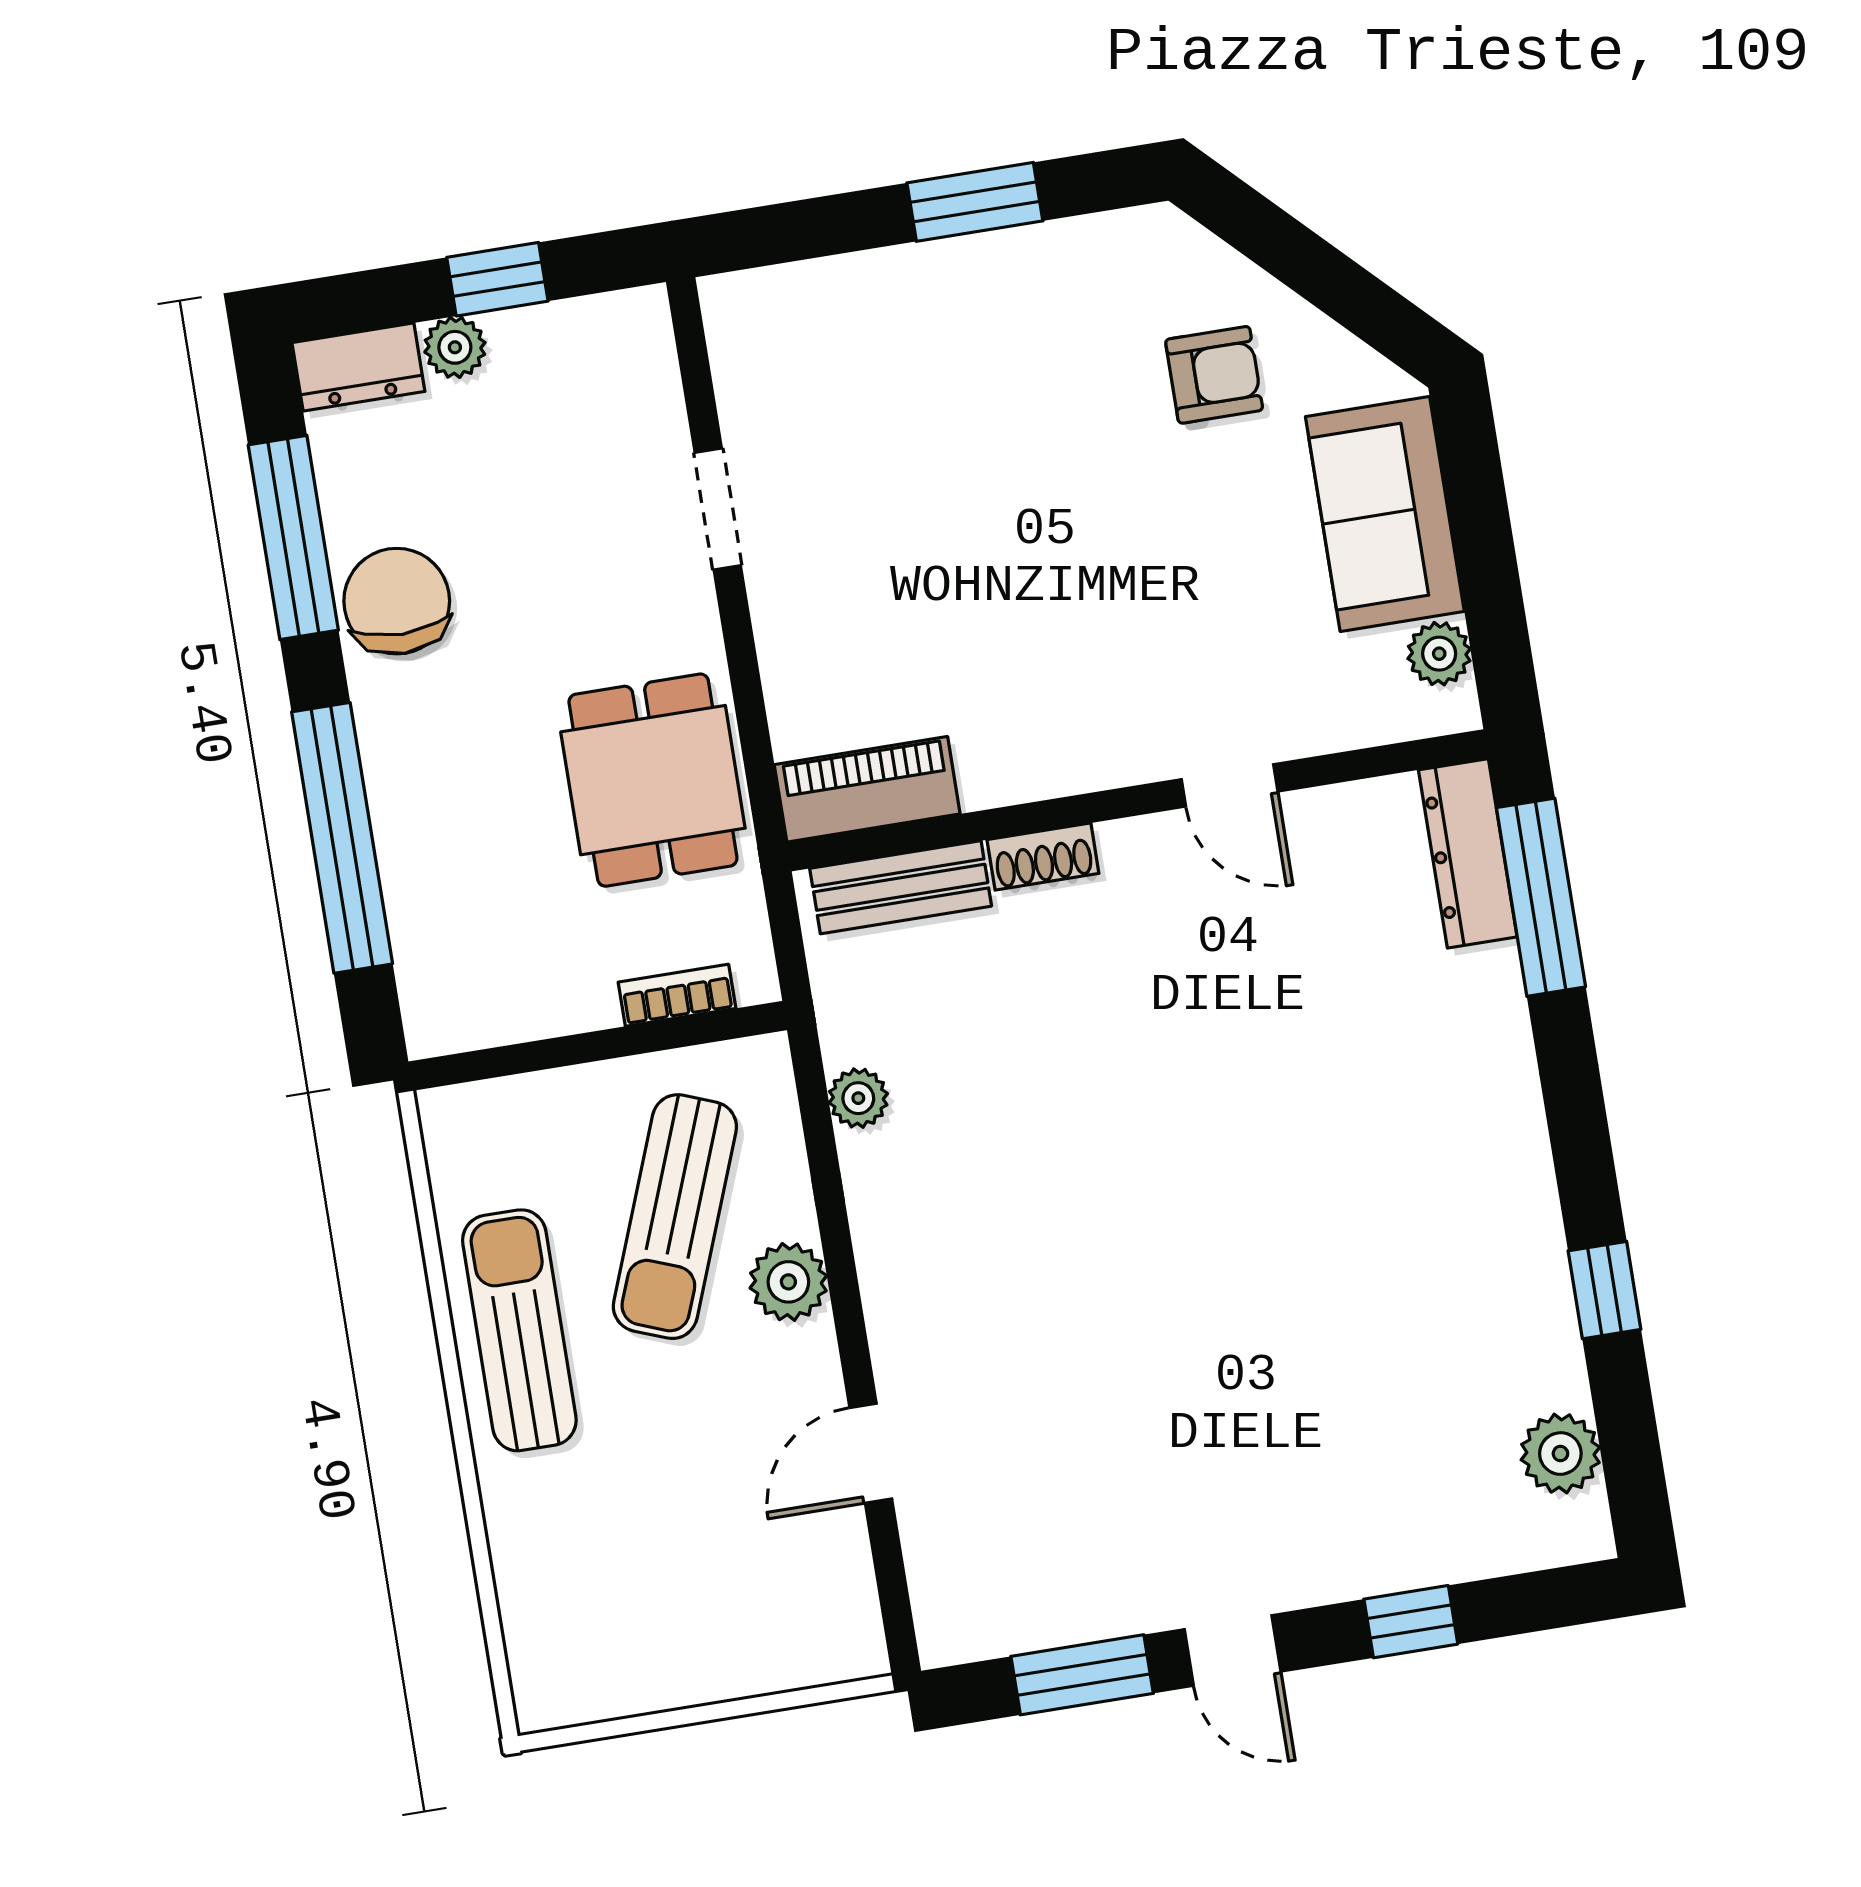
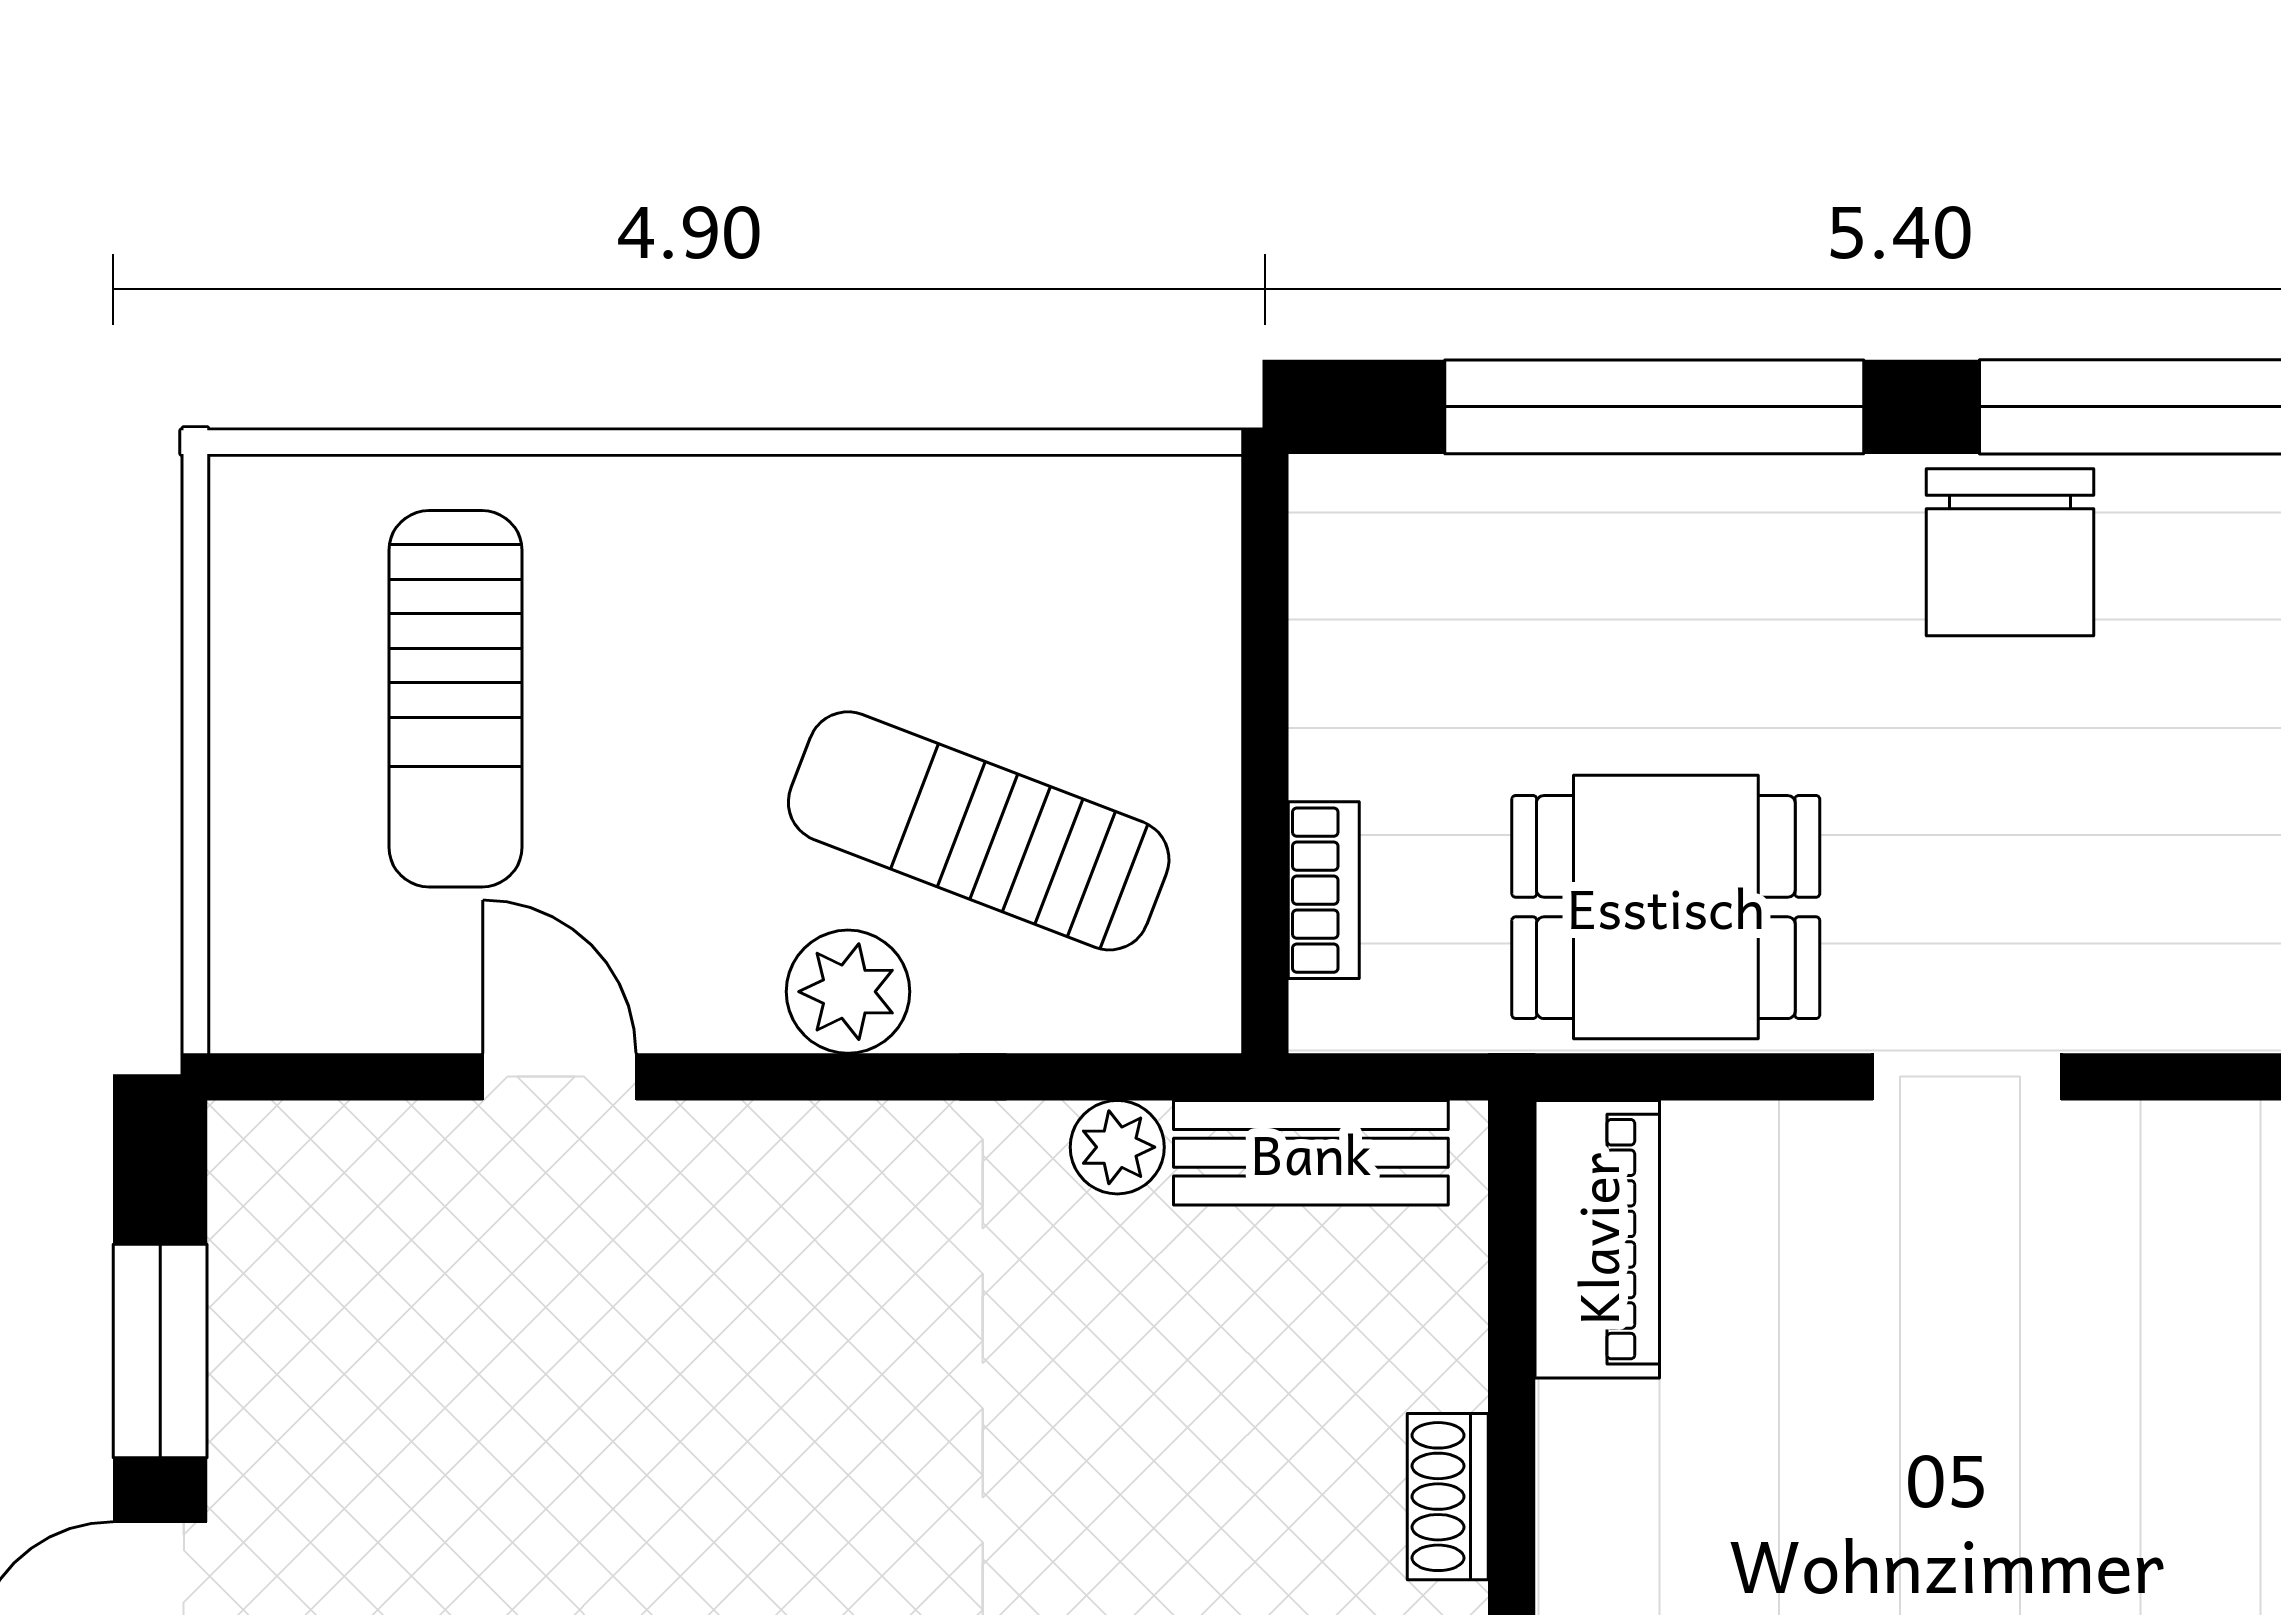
doorway: (718, 509) -> (1967, 1077), moved
chair: (397, 601) -> (2010, 552), turned 90
bench: (901, 887) -> (1311, 1153), moved, turned 90
sun lounger: (519, 1330) -> (456, 699), moved, turned 90

